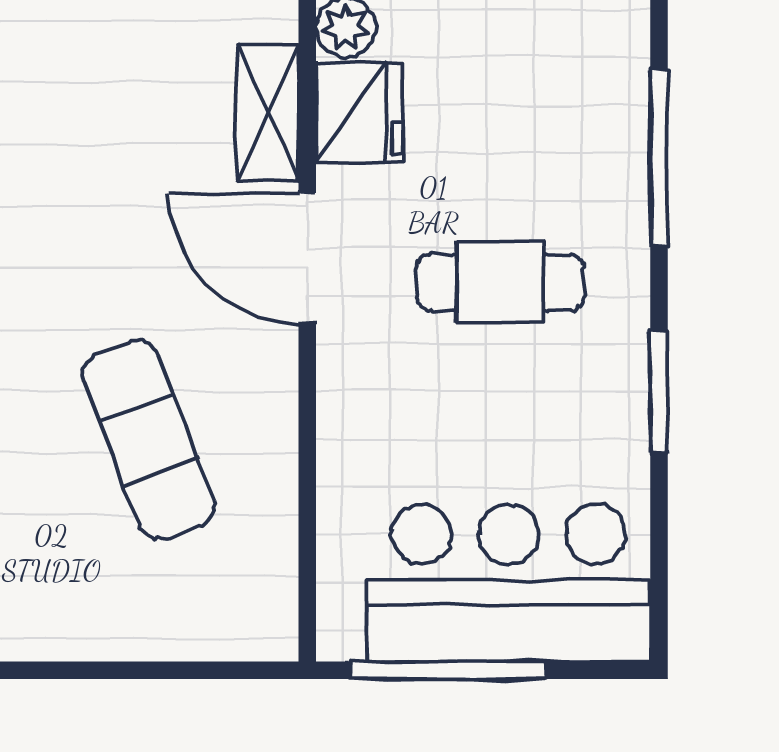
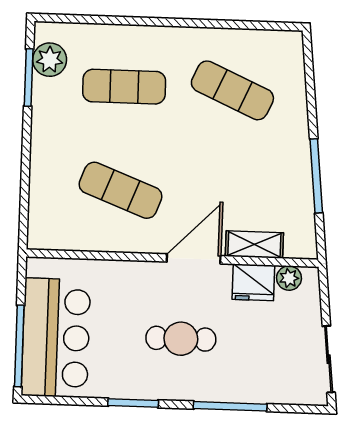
cafe table: (500, 282) -> (181, 339), turned 90
exercise mat: (149, 440) -> (121, 190), turned 42
window: (447, 670) -> (19, 346), moved

